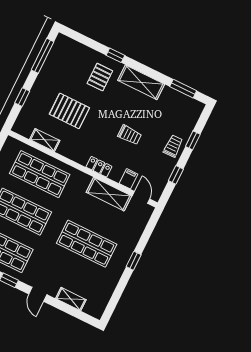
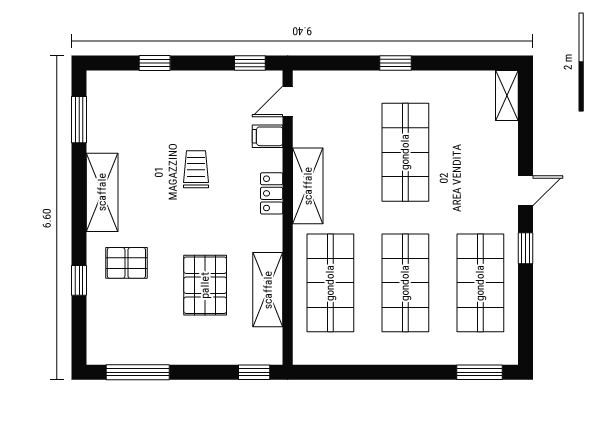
window: (115, 55) -> (79, 280), moved
window: (22, 97) -> (254, 372), moved
shelving: (45, 140) -> (268, 290), width x1.50, depth x1.33
trolley: (173, 146) -> (180, 90), removed
window: (176, 175) -> (250, 63), moved
shelving: (109, 194) -> (308, 186), moved
shelving: (71, 299) -> (507, 95), moved

